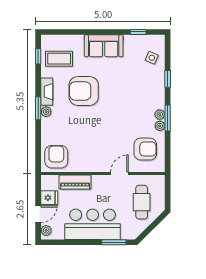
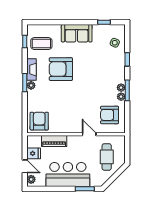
armchair: (145, 149) -> (110, 115), turned 180
door: (119, 174) -> (89, 134), hinge flipped
door: (38, 214) -> (25, 166), hinge flipped

